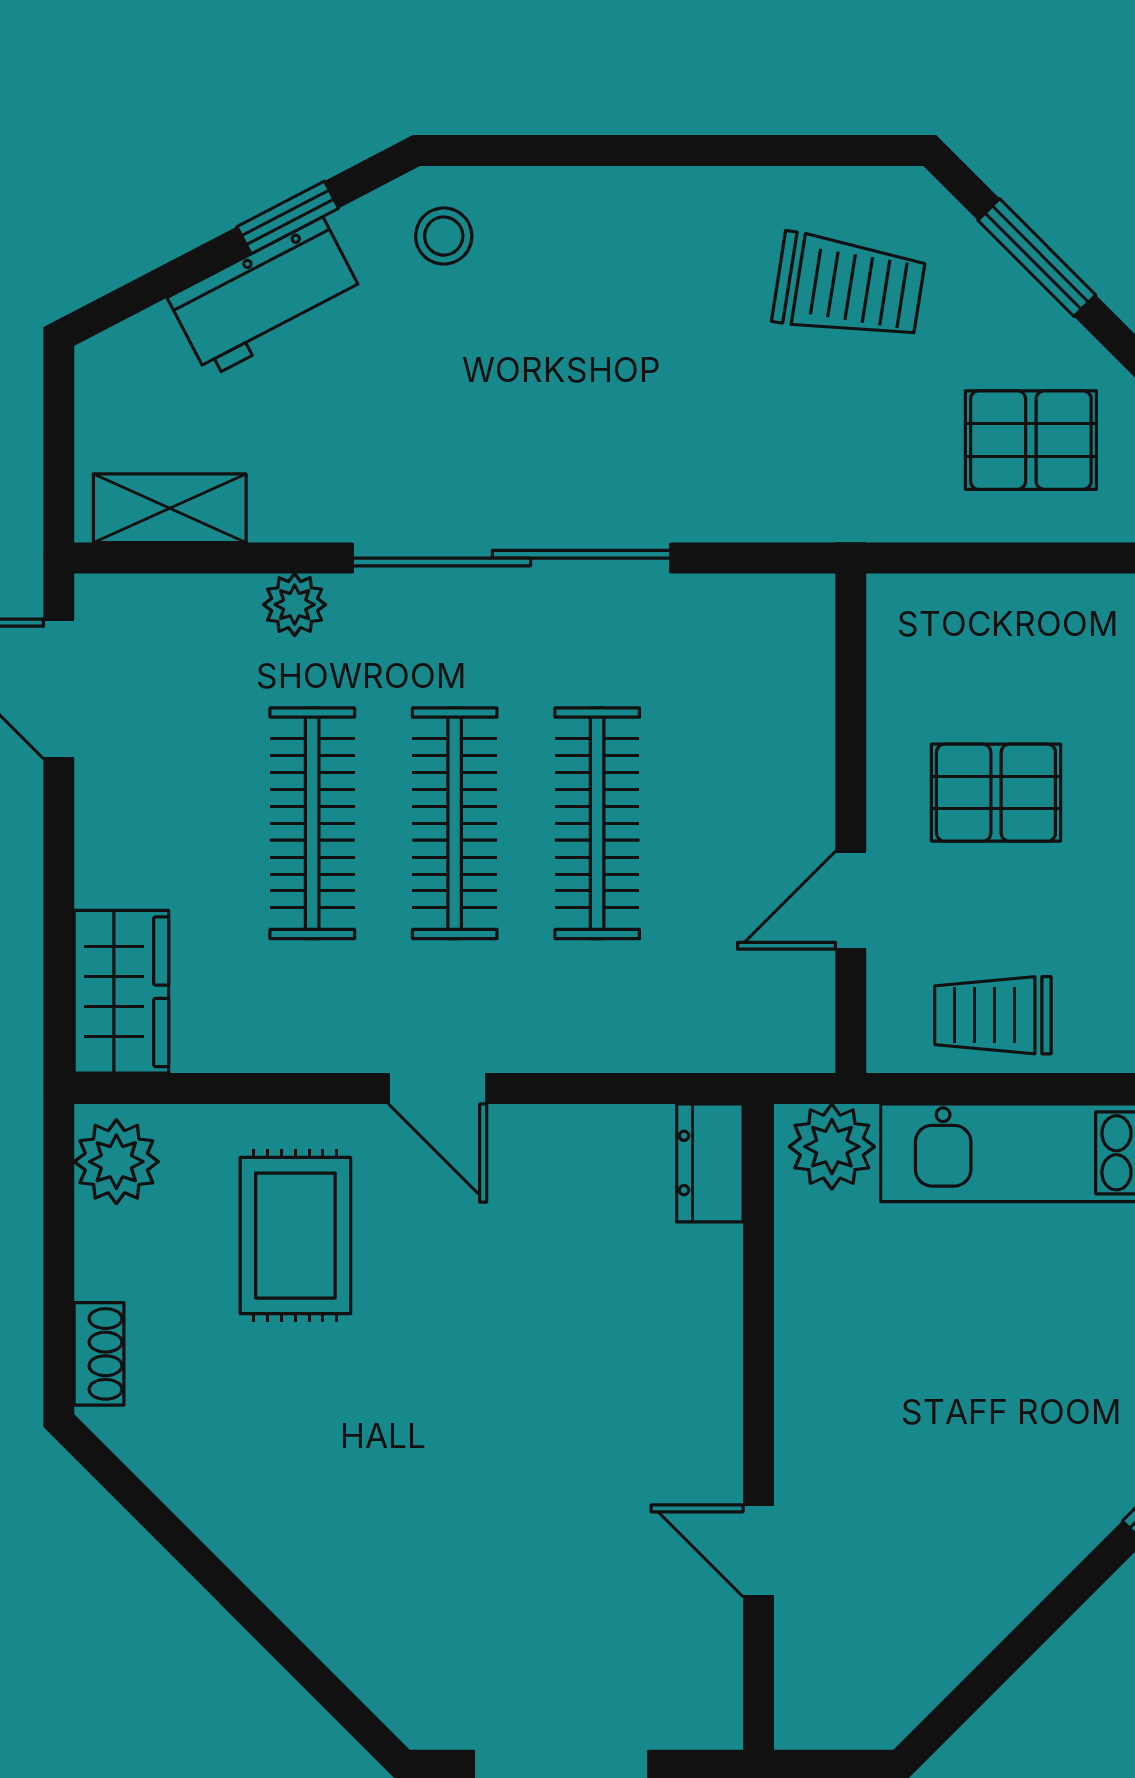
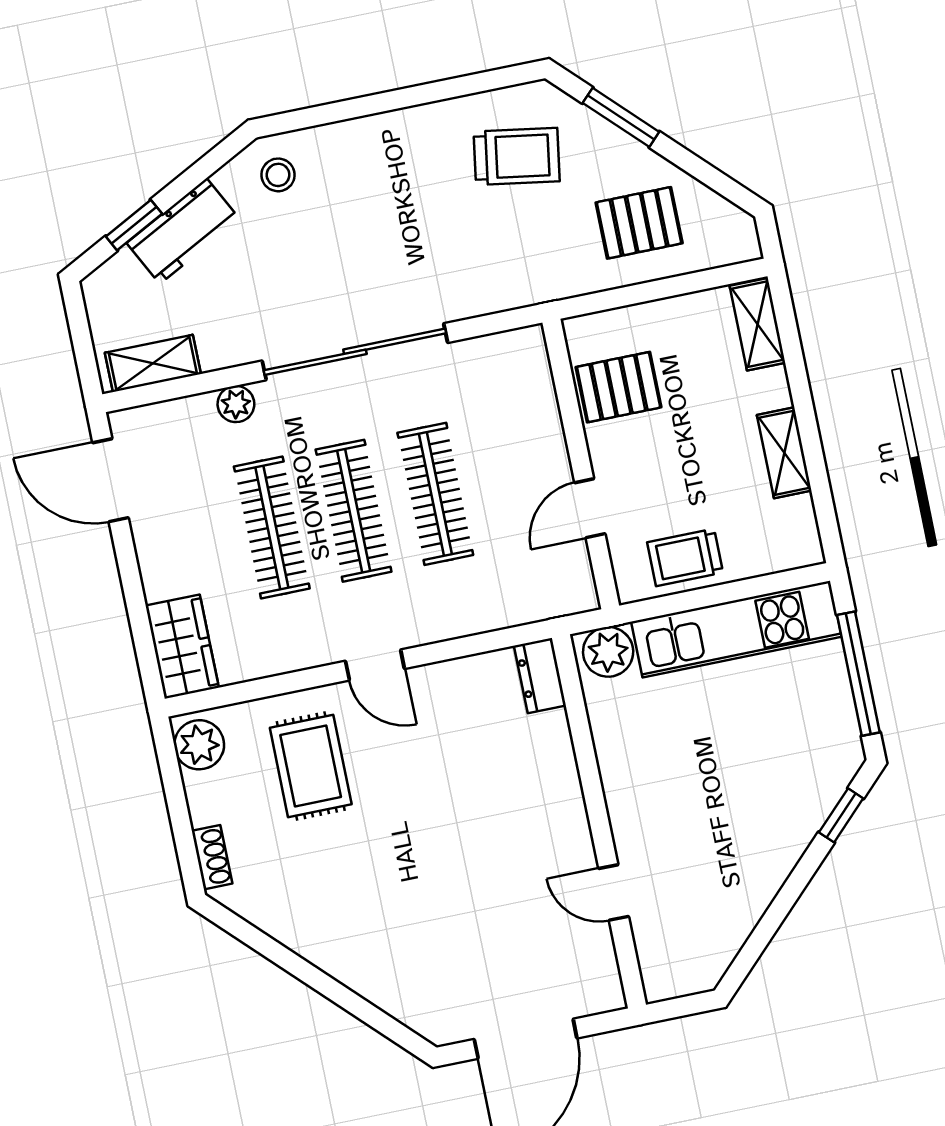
window: (288, 217) -> (134, 225), moved
pallet: (996, 793) -> (619, 387), moved

